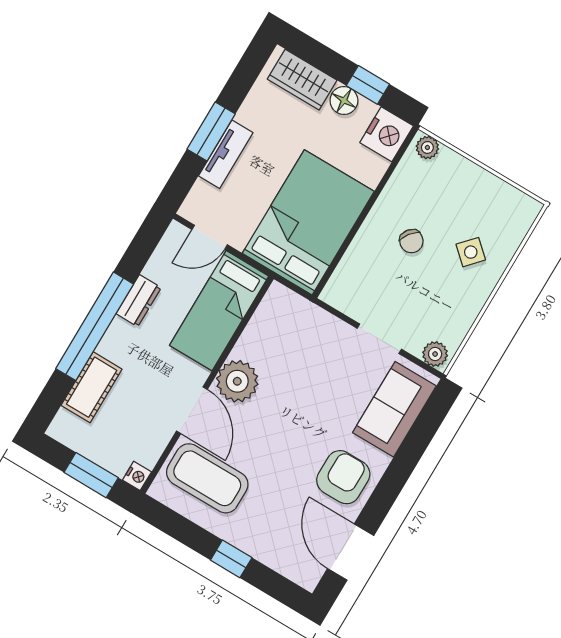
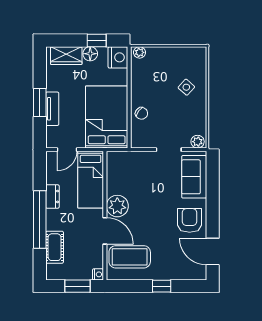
chair: (411, 241) -> (142, 113), moved

